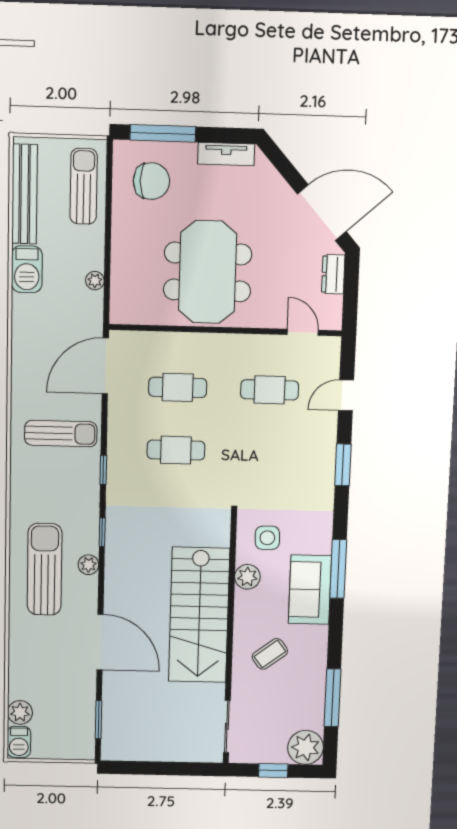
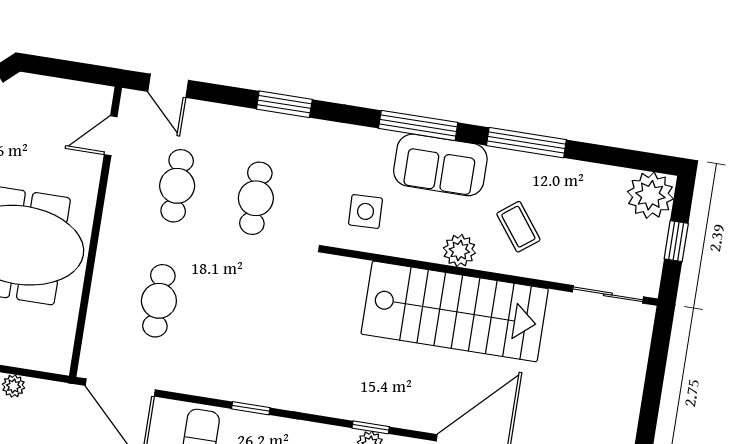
dresser: (333, 274) -> (44, 89), removed
door: (346, 395) -> (168, 86), moved
cafe table: (176, 450) -> (256, 198), moved
window: (102, 532) -> (371, 427), moved
plant: (247, 577) -> (459, 251), moved
window: (332, 698) -> (526, 143), moved

